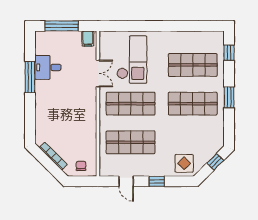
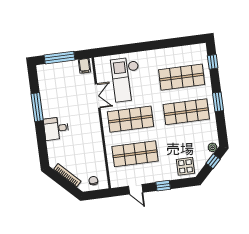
checkout: (132, 60) -> (126, 79), turned 180
desk: (48, 67) -> (56, 128), moved
plant: (216, 146) -> (212, 147), added

